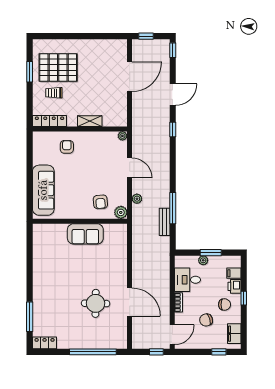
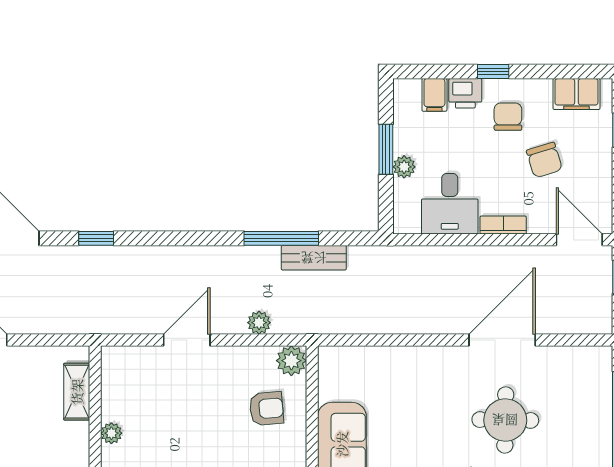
shelving: (90, 121) -> (77, 392), moved
plant: (122, 136) -> (111, 433), moved

